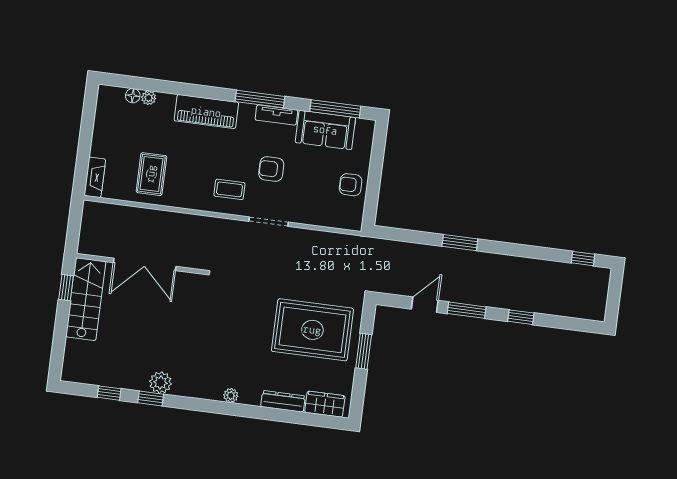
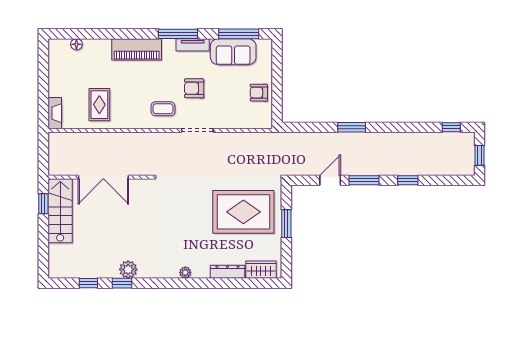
plant: (149, 98) -> (89, 44), removed
window: (614, 298) -> (480, 155), added

